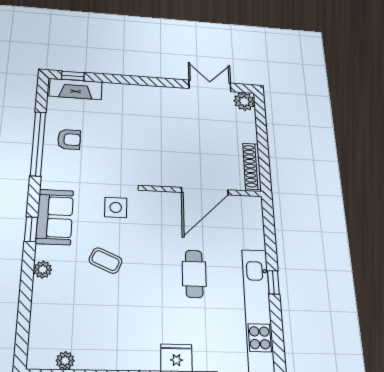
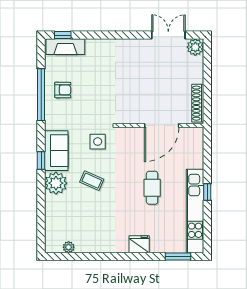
plant: (43, 270) -> (56, 183), width x1.88, depth x1.88

